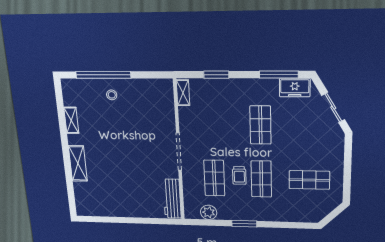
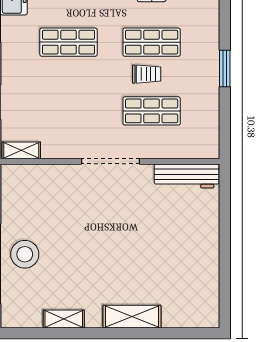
stool: (112, 95) -> (25, 254), width x1.89, depth x1.89
plant: (209, 212) -> (208, 122), removed

